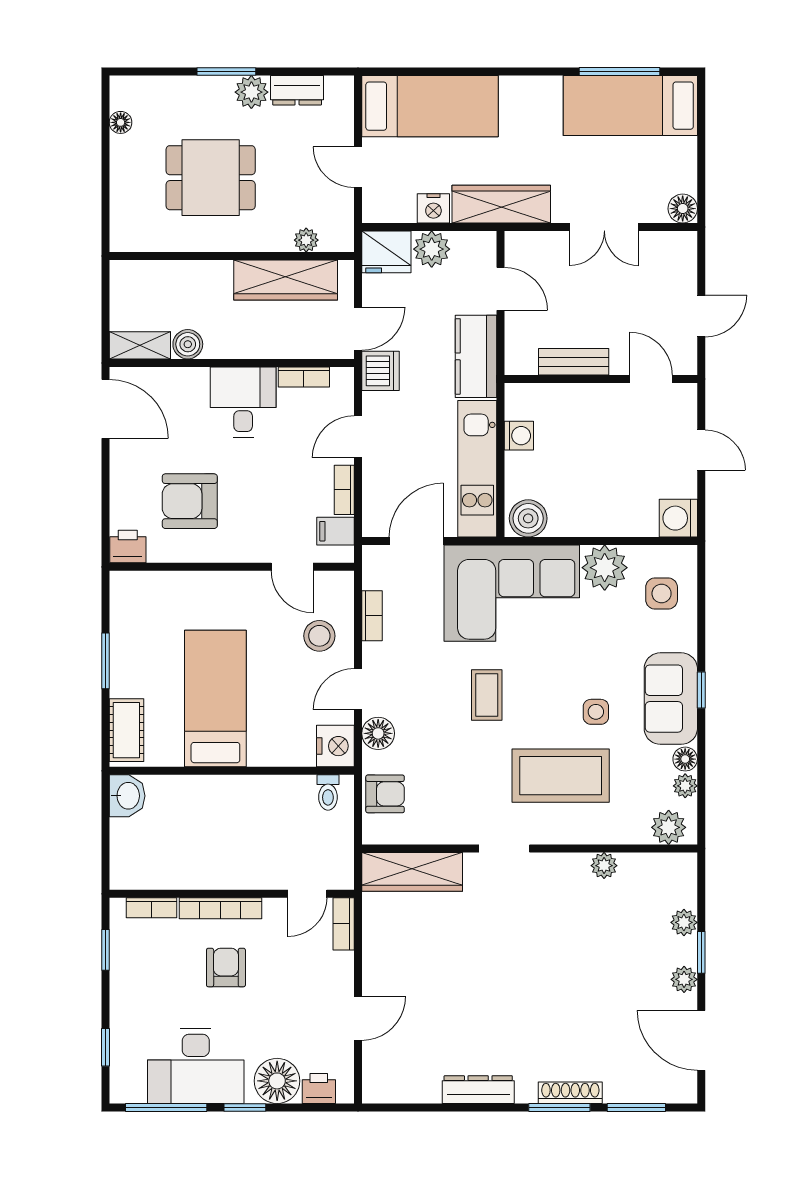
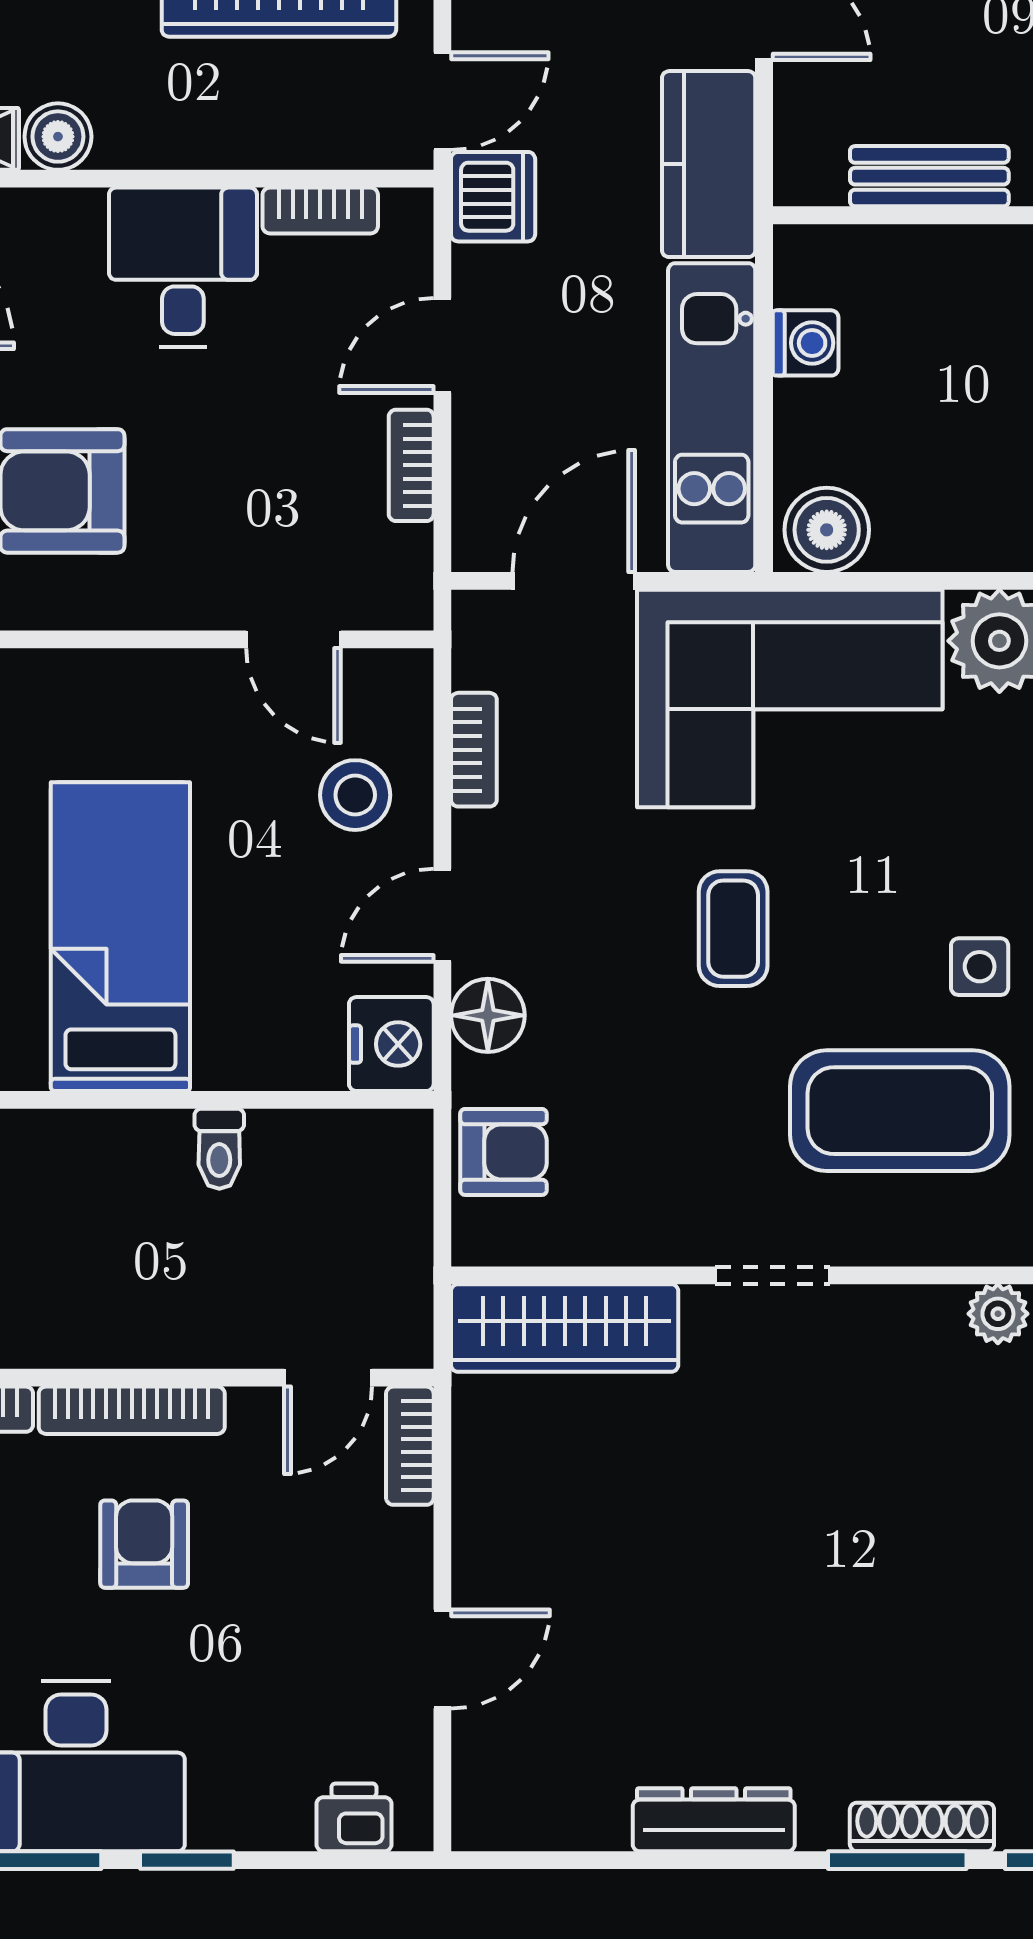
filing cabinet: (335, 531) -> (391, 559), removed
toilet: (328, 792) -> (219, 1149), moved
floor lamp: (277, 1081) -> (260, 1800), removed

